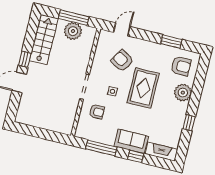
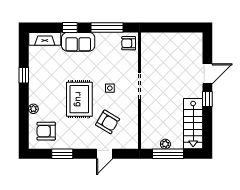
door: (122, 29) -> (105, 154), moved
plant: (73, 31) -> (165, 144), width x0.53, depth x0.53
plant: (183, 93) -> (33, 109), width x0.53, depth x0.53
armchair: (97, 112) -> (129, 43), moved

